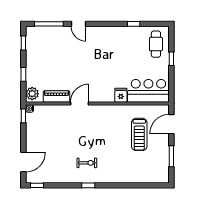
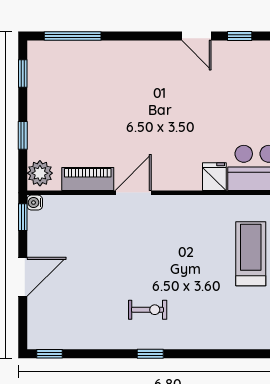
door: (78, 24) -> (197, 36), moved
treadmill: (139, 134) -> (251, 254), turned 180
door: (23, 162) -> (23, 277), moved

